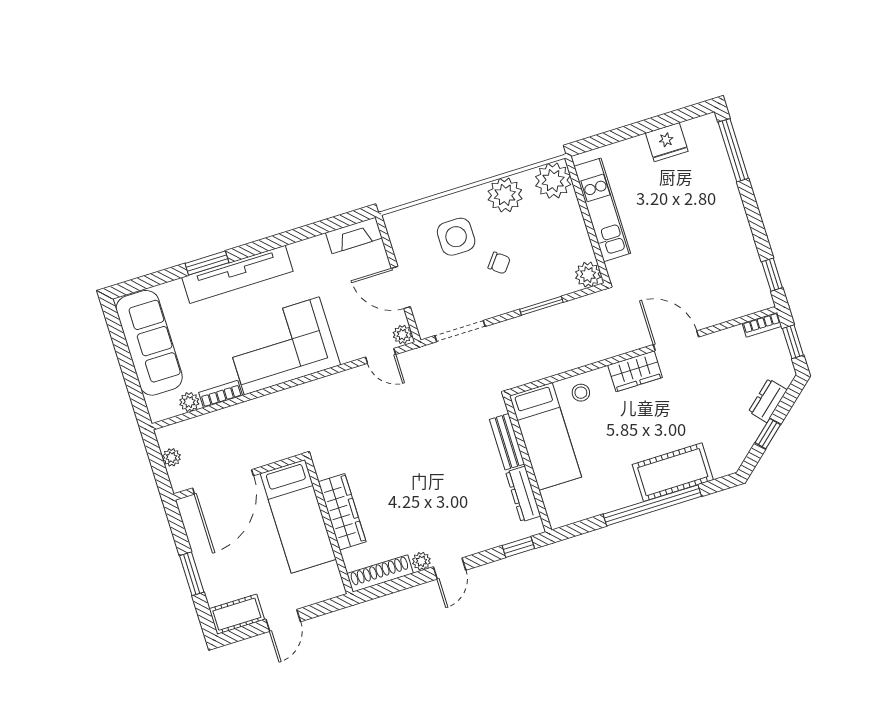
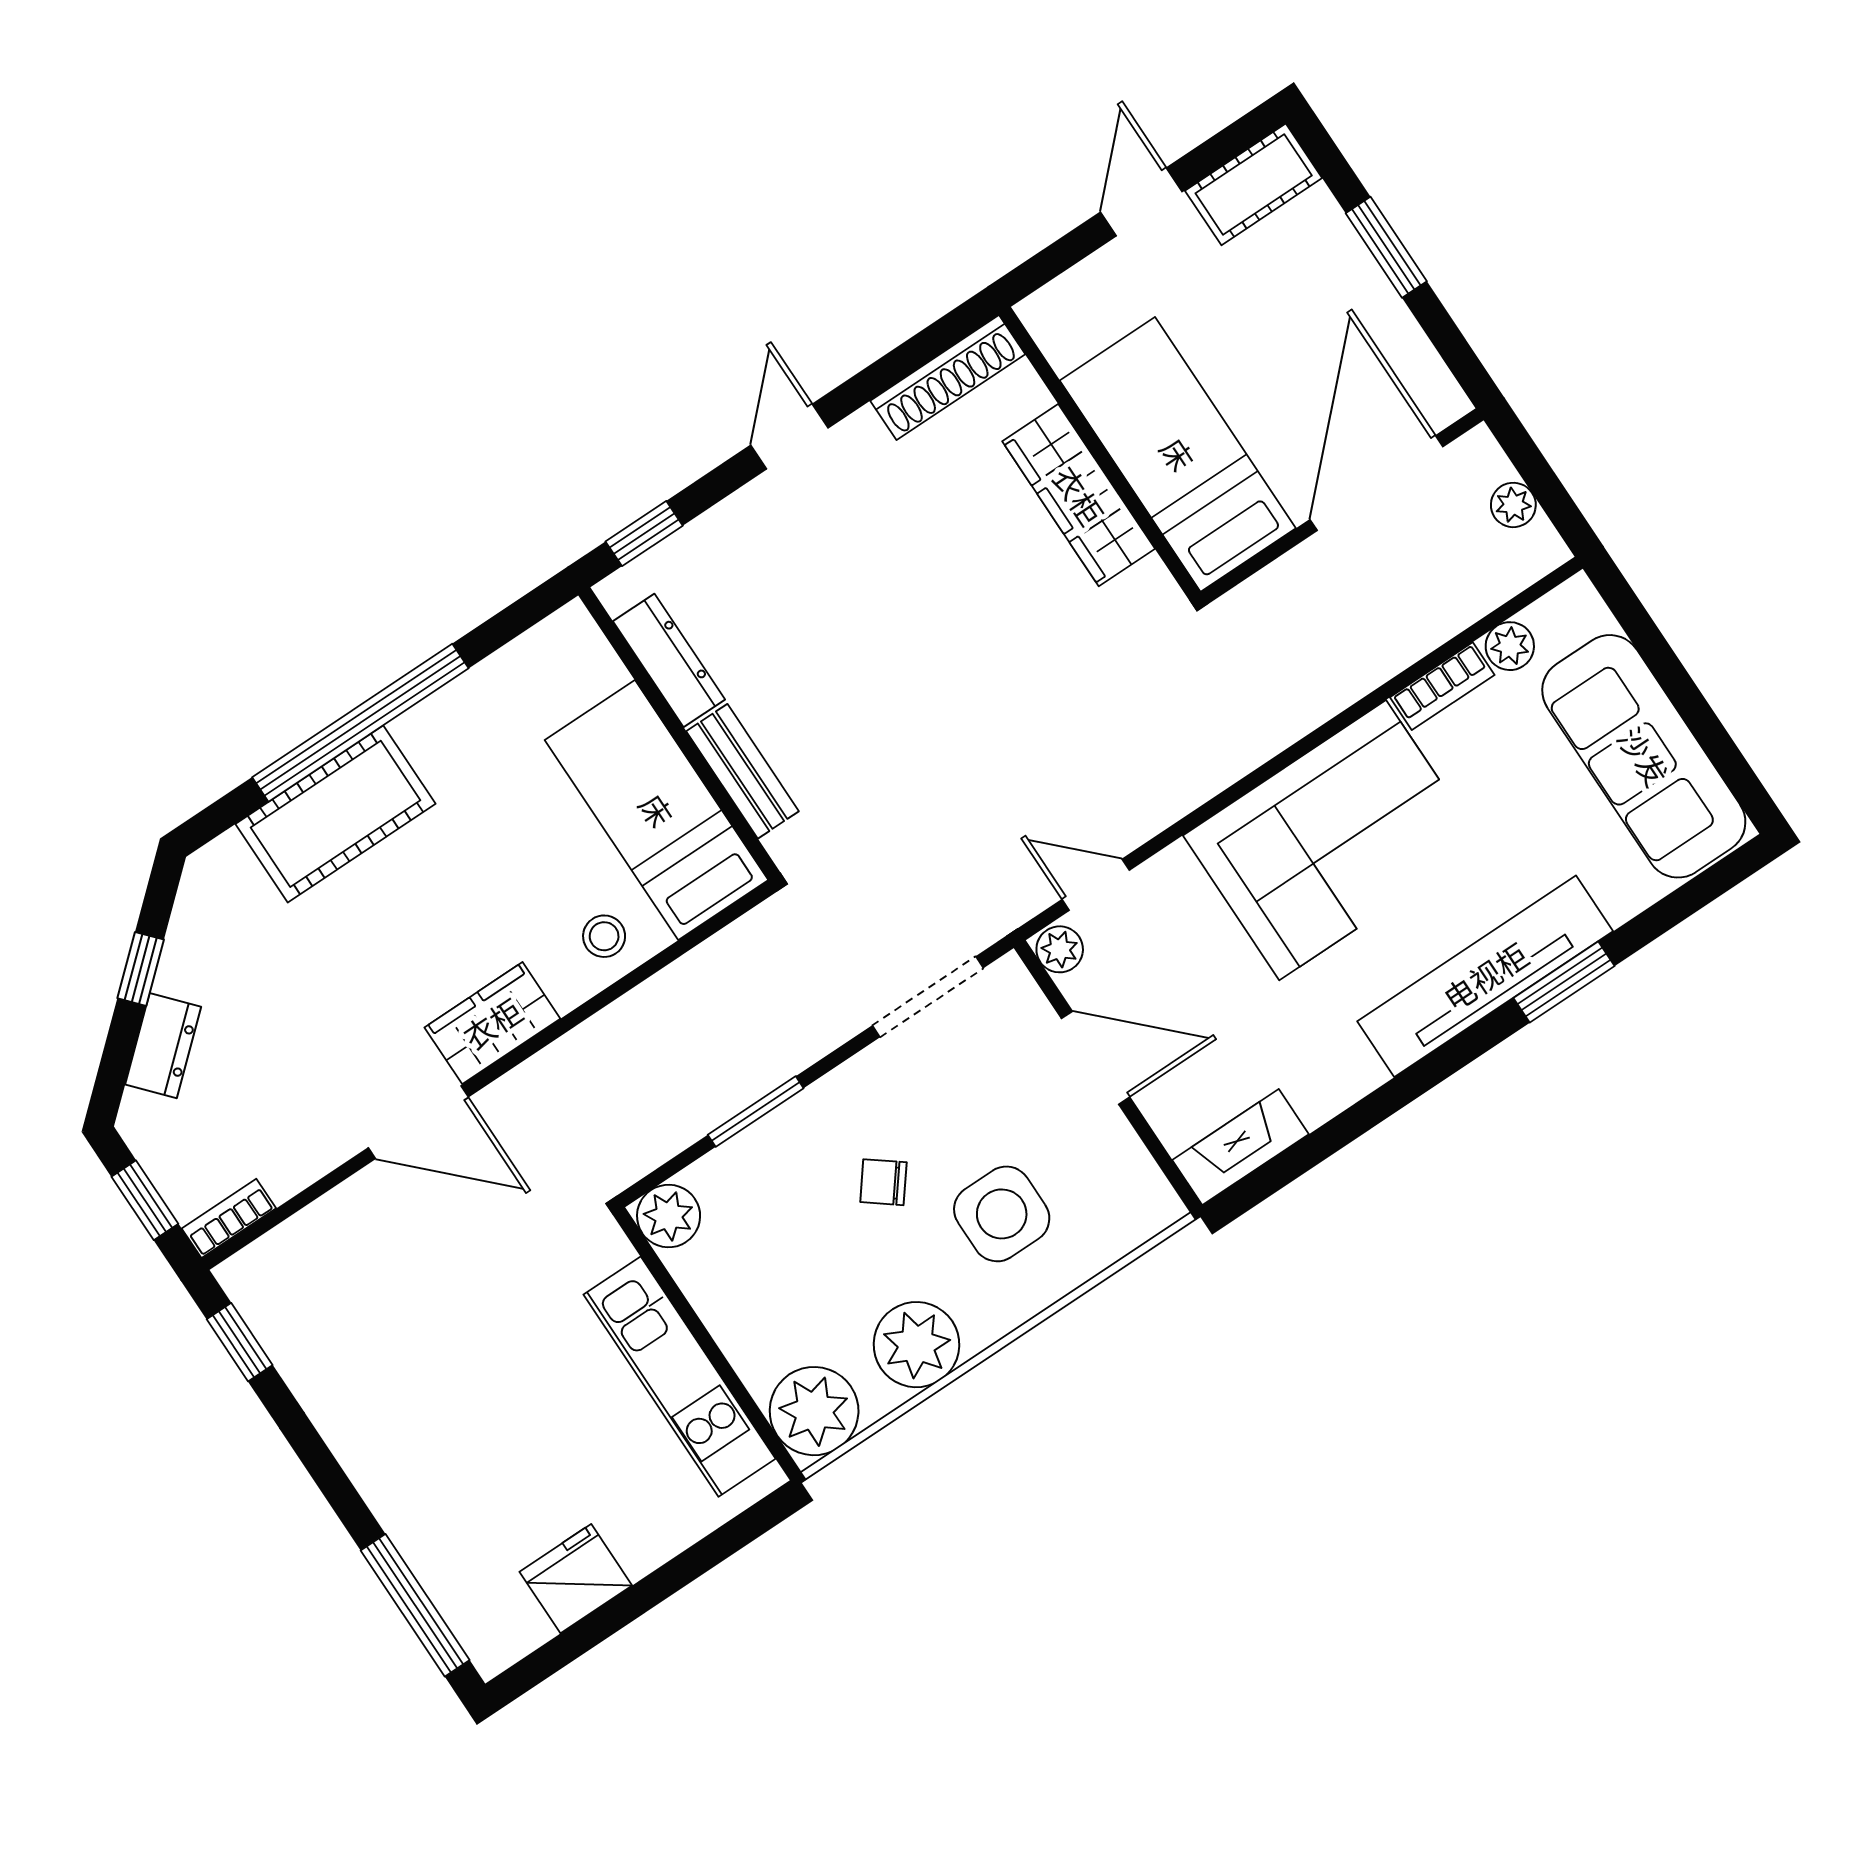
plant: (421, 561) -> (860, 434), removed

